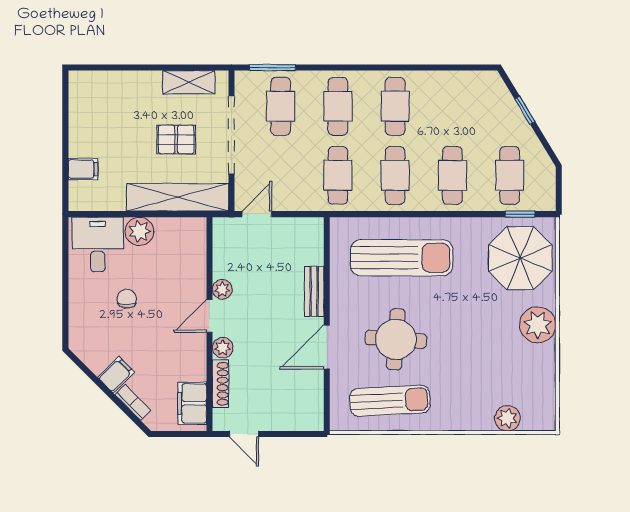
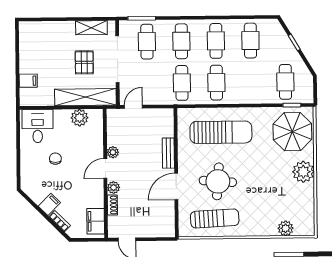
pallet: (176, 139) -> (84, 62), turned 90
cafe table: (452, 175) -> (250, 41), moved
plant: (139, 231) -> (80, 118), moved
shoe rack: (221, 384) -> (112, 205), width x0.70

